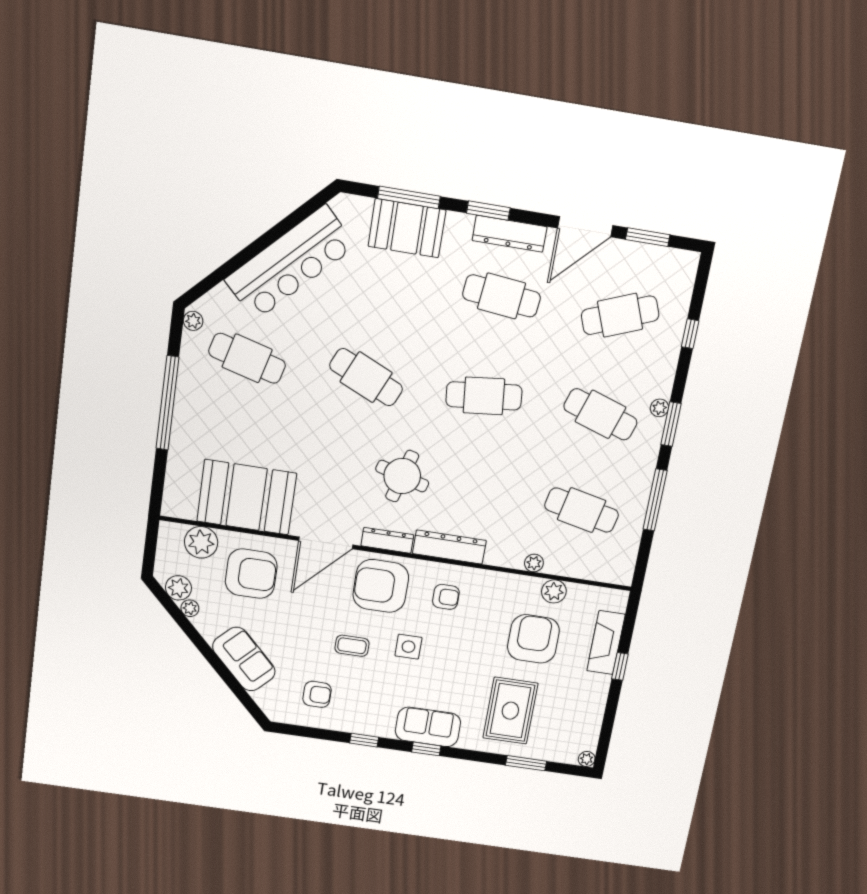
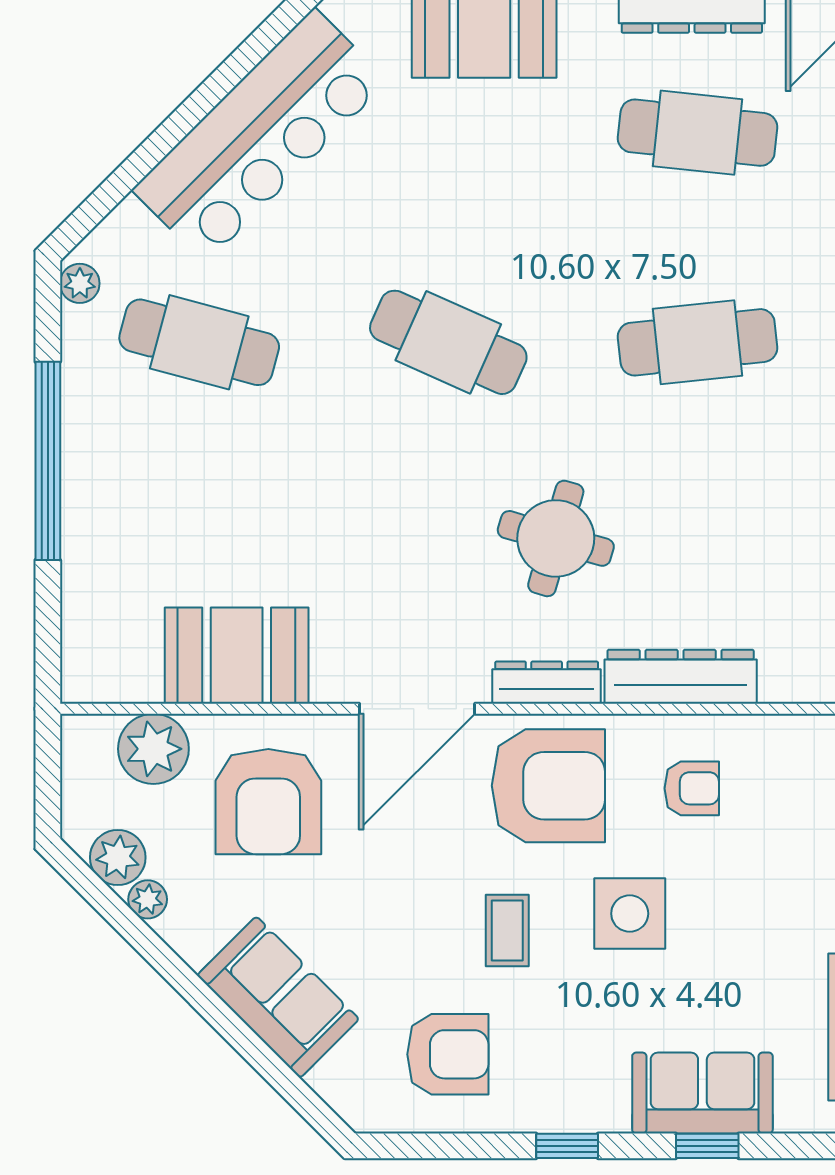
booth: (247, 497) -> (237, 656), width x0.73, depth x0.70
armchair: (251, 574) -> (268, 802), turned 90
armchair: (381, 586) -> (548, 786), turned 180
coffee table: (352, 646) -> (507, 931), turned 90
side table: (408, 647) -> (630, 914), width x1.37, depth x1.37
armchair: (317, 694) -> (448, 1054), width x1.38, depth x1.38

